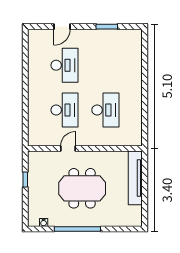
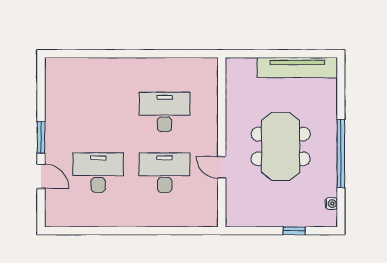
window: (107, 27) -> (41, 137), moved
tv unit: (135, 178) -> (297, 68), moved
window: (25, 180) -> (294, 231), moved

